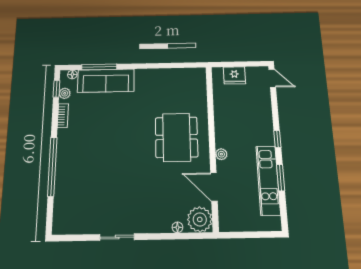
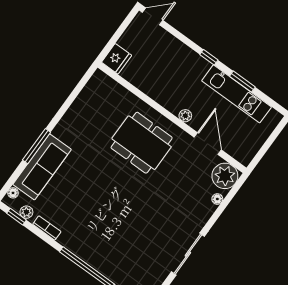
window: (99, 67) -> (37, 146), moved
fridge: (234, 75) -> (117, 59), moved
door: (214, 187) -> (208, 144), swing flipped
sliding door: (117, 237) -> (188, 254), width x1.37

